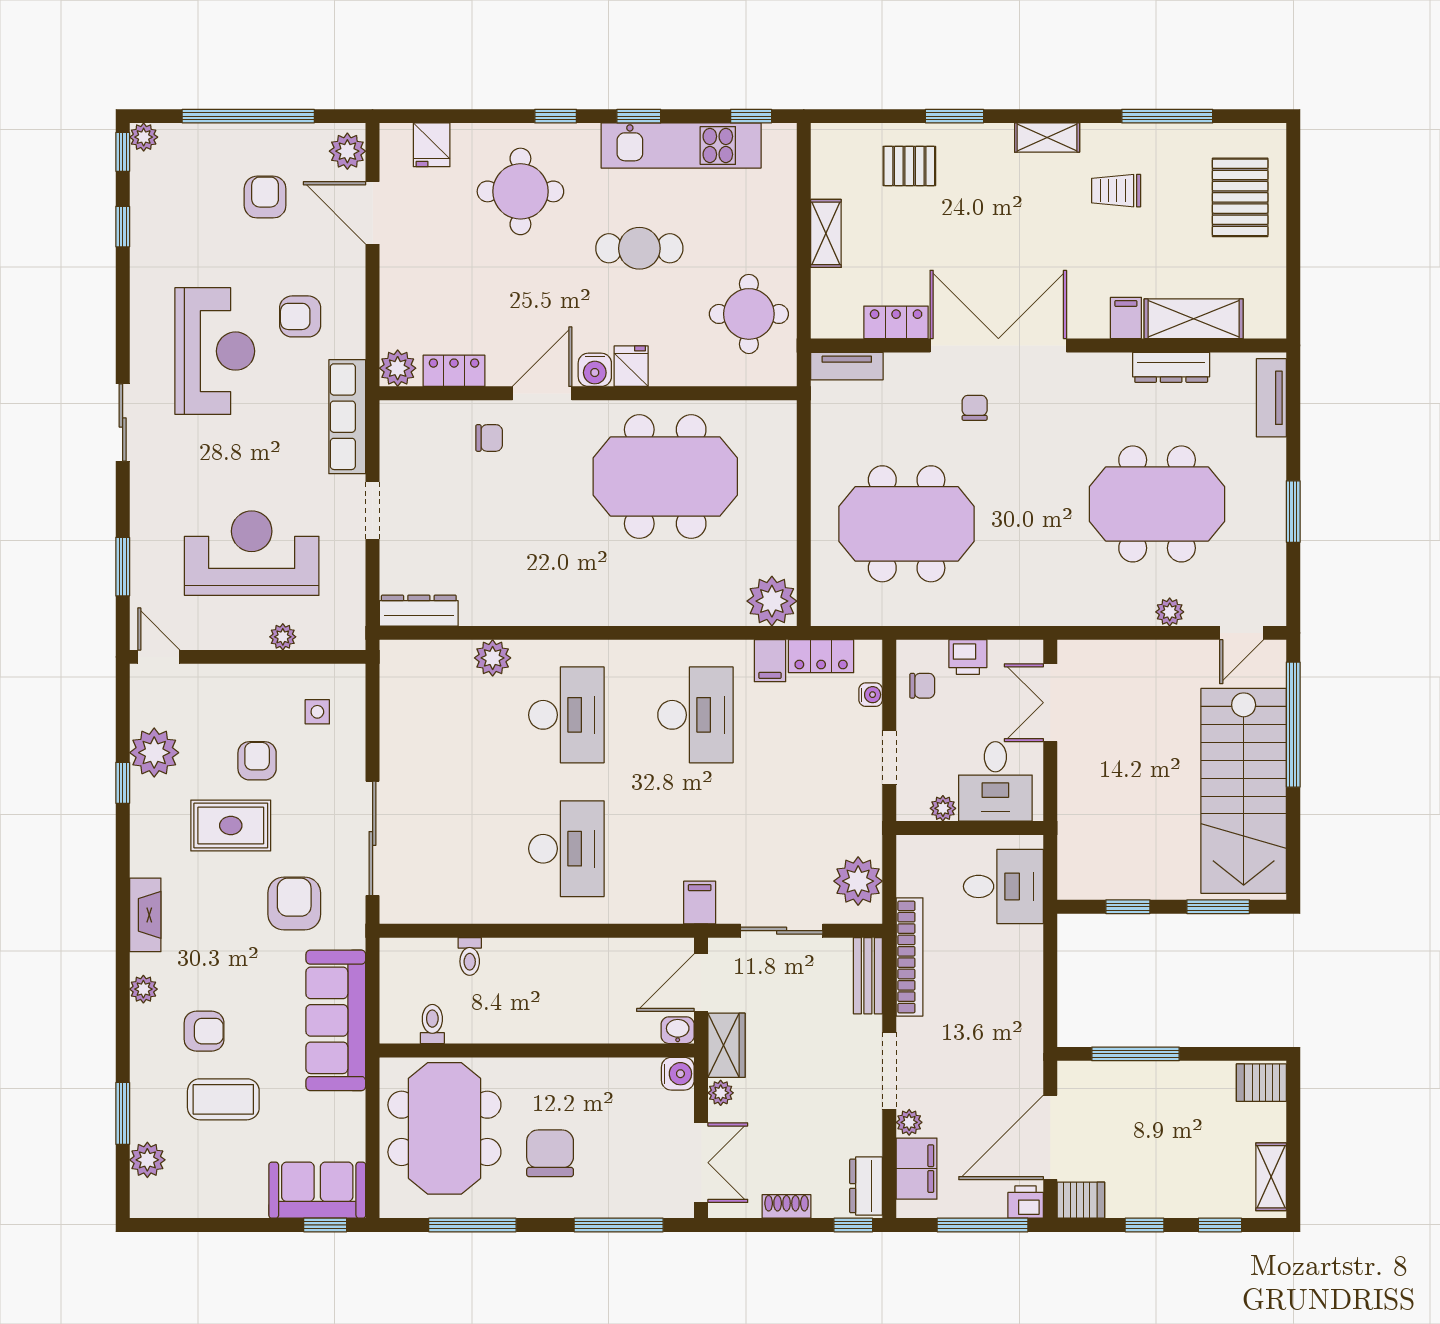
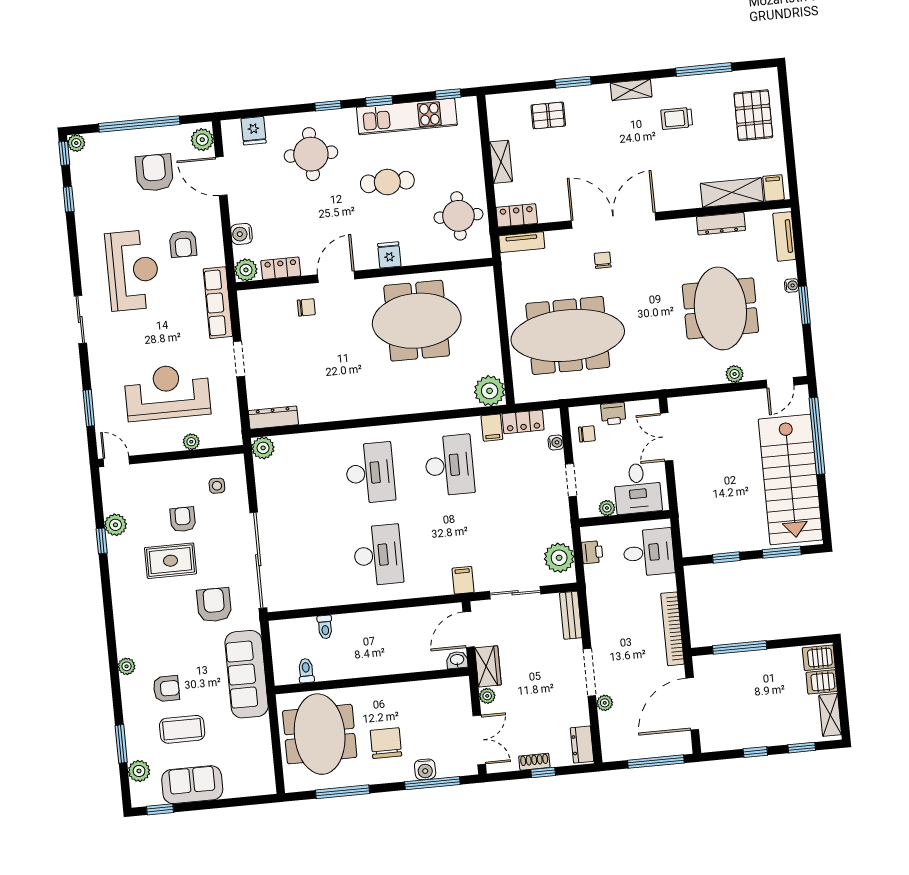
armchair: (265, 197) -> (154, 173), width x1.38, depth x1.38
armchair: (300, 316) -> (183, 244), turned -90
filing cabinet: (1126, 318) -> (773, 188), moved
locker: (896, 322) -> (517, 215), moved
water cooler: (595, 370) -> (241, 234), moved, turned 90
water cooler: (1275, 478) -> (792, 285), added
meeting table: (1157, 504) -> (720, 308), turned 90
meeting table: (907, 524) -> (568, 335), width x1.36
plant: (493, 658) -> (263, 448), moved
plant: (154, 753) -> (115, 525), width x0.73, depth x0.73
sliding door: (373, 838) -> (258, 560), width x1.36
fireplace: (145, 915) -> (123, 621), removed
bookcase: (910, 957) -> (672, 629), moved, turned 180
water cooler: (678, 1074) -> (425, 769), moved, turned 90
filing cabinet: (917, 1169) -> (612, 731), removed
sofa: (317, 1190) -> (192, 785), moved
server rack: (1081, 1200) -> (822, 682), moved, turned 180
printer: (1026, 1202) -> (592, 552), moved, turned 90
window: (325, 1225) -> (160, 809), moved
window: (853, 1225) -> (543, 772), moved

